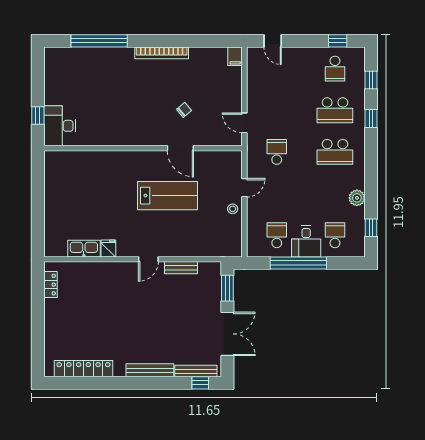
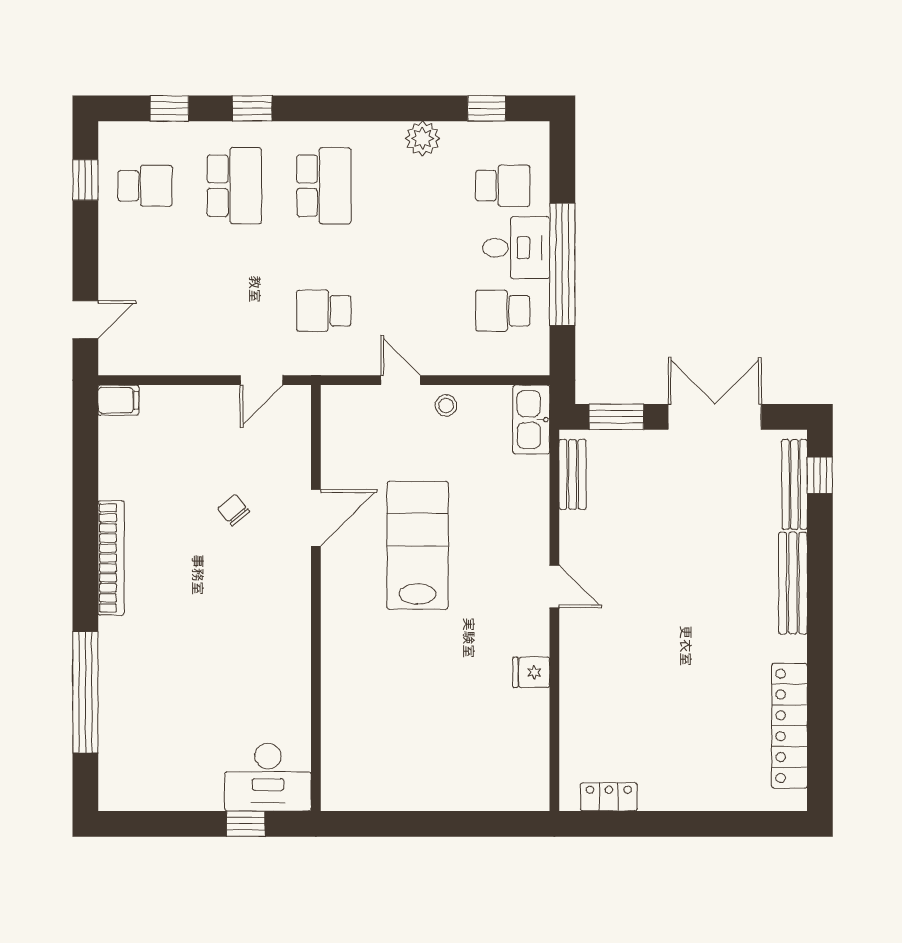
school desk: (335, 235) -> (503, 186), turned 180
kitchen sink: (84, 249) -> (531, 420), moved
bench: (181, 268) -> (573, 474), moved

